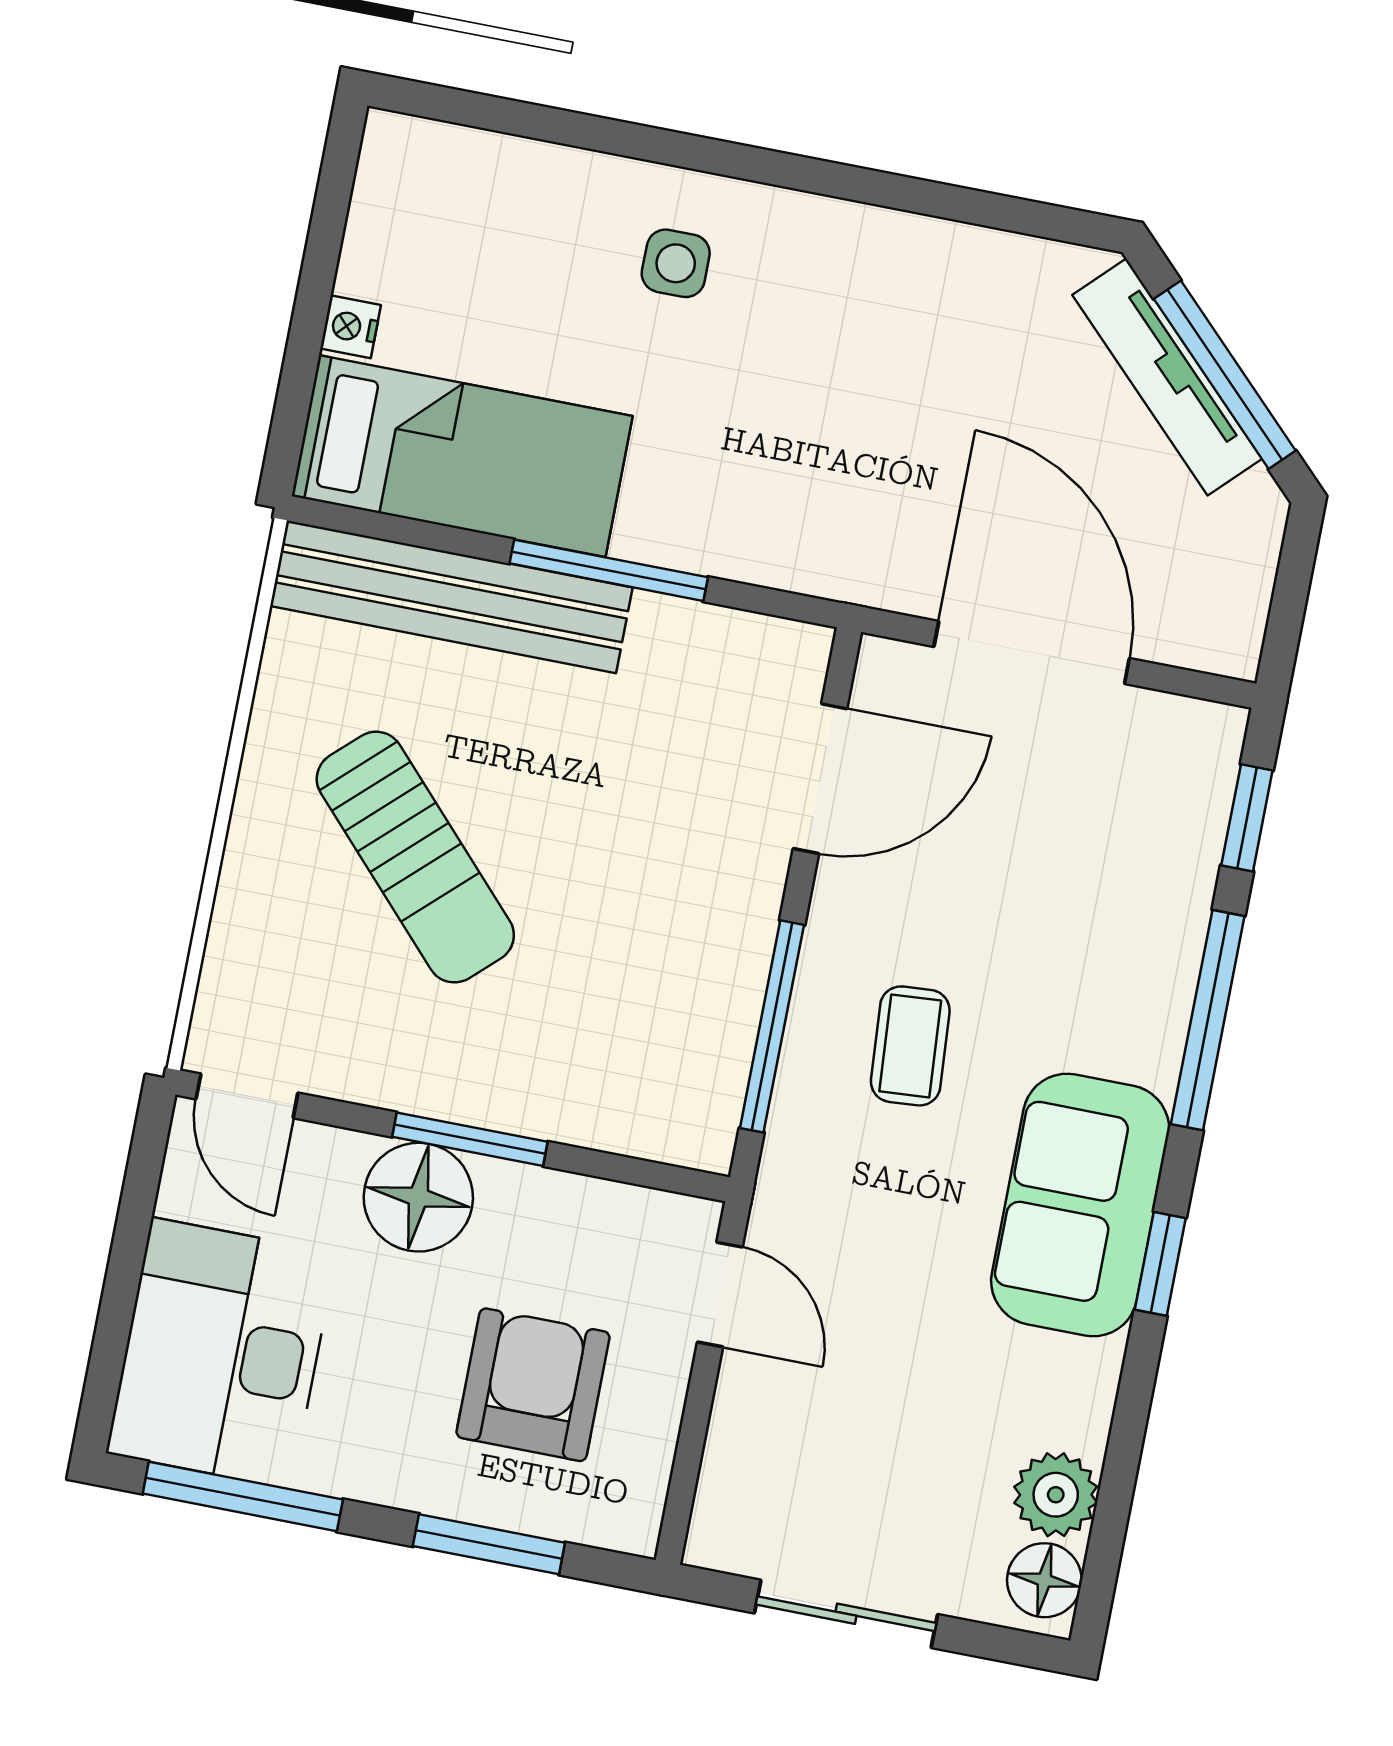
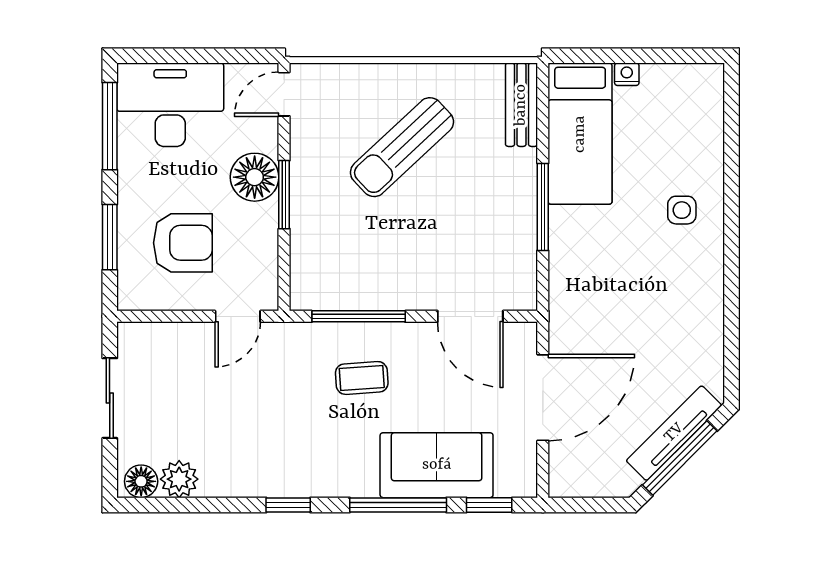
bench: (451, 597) -> (521, 105), width x0.54, depth x0.82
sofa: (1080, 1205) -> (437, 465), moved

